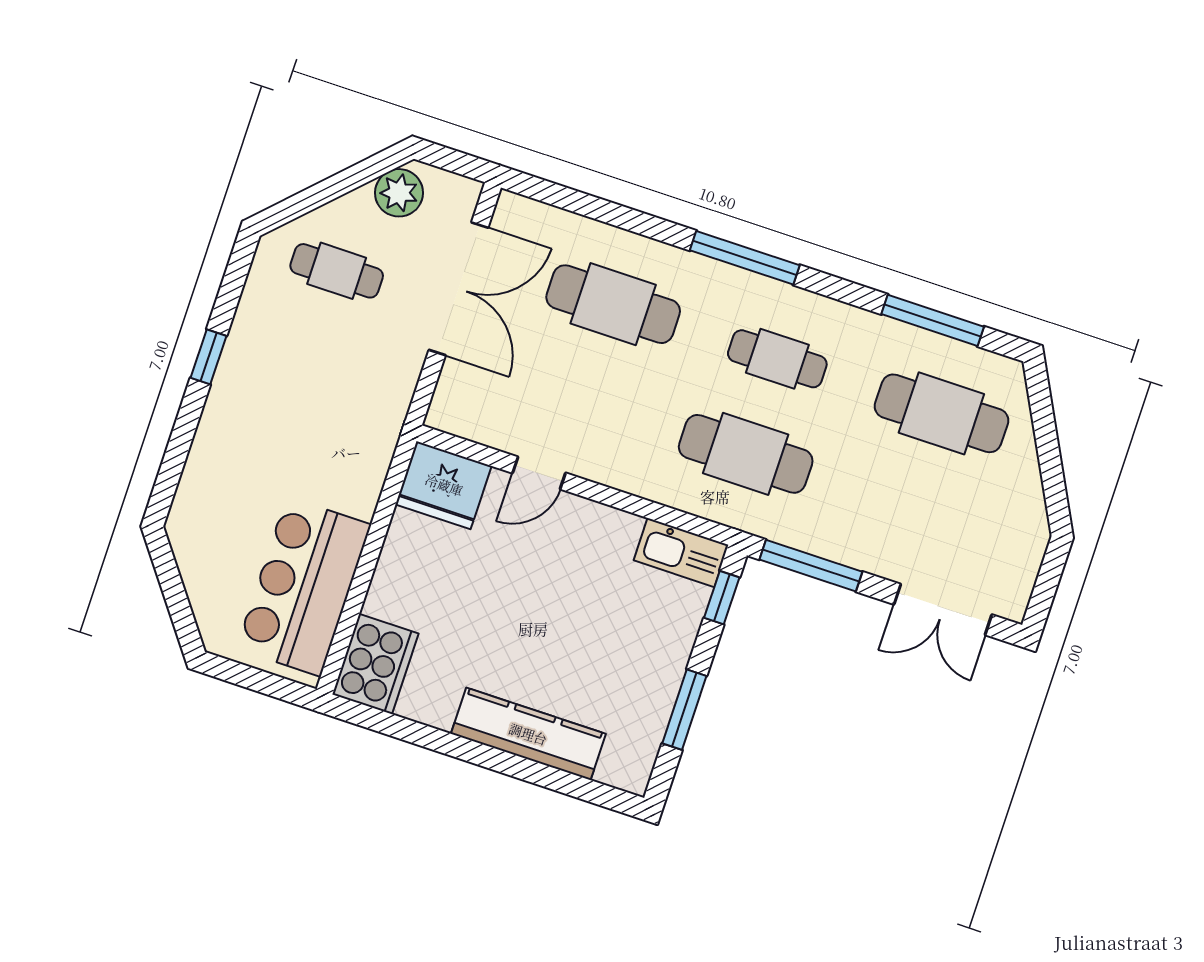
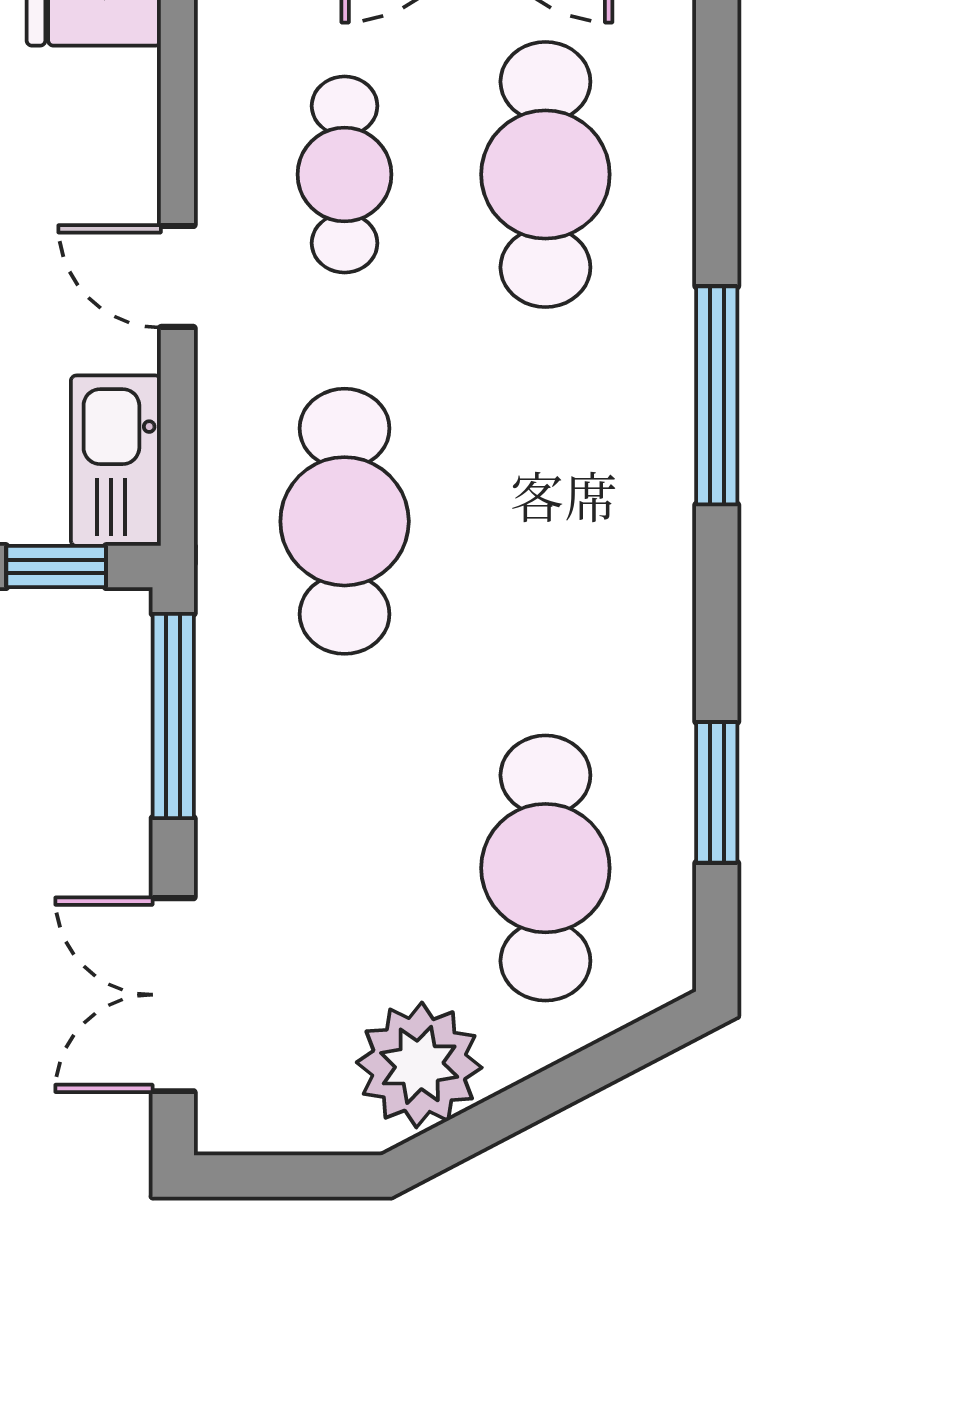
window: (933, 320) -> (717, 792), width x0.69
cafe table: (777, 359) -> (345, 174), moved
door: (539, 473) -> (177, 276), moved
plant: (1015, 504) -> (419, 1065), added

